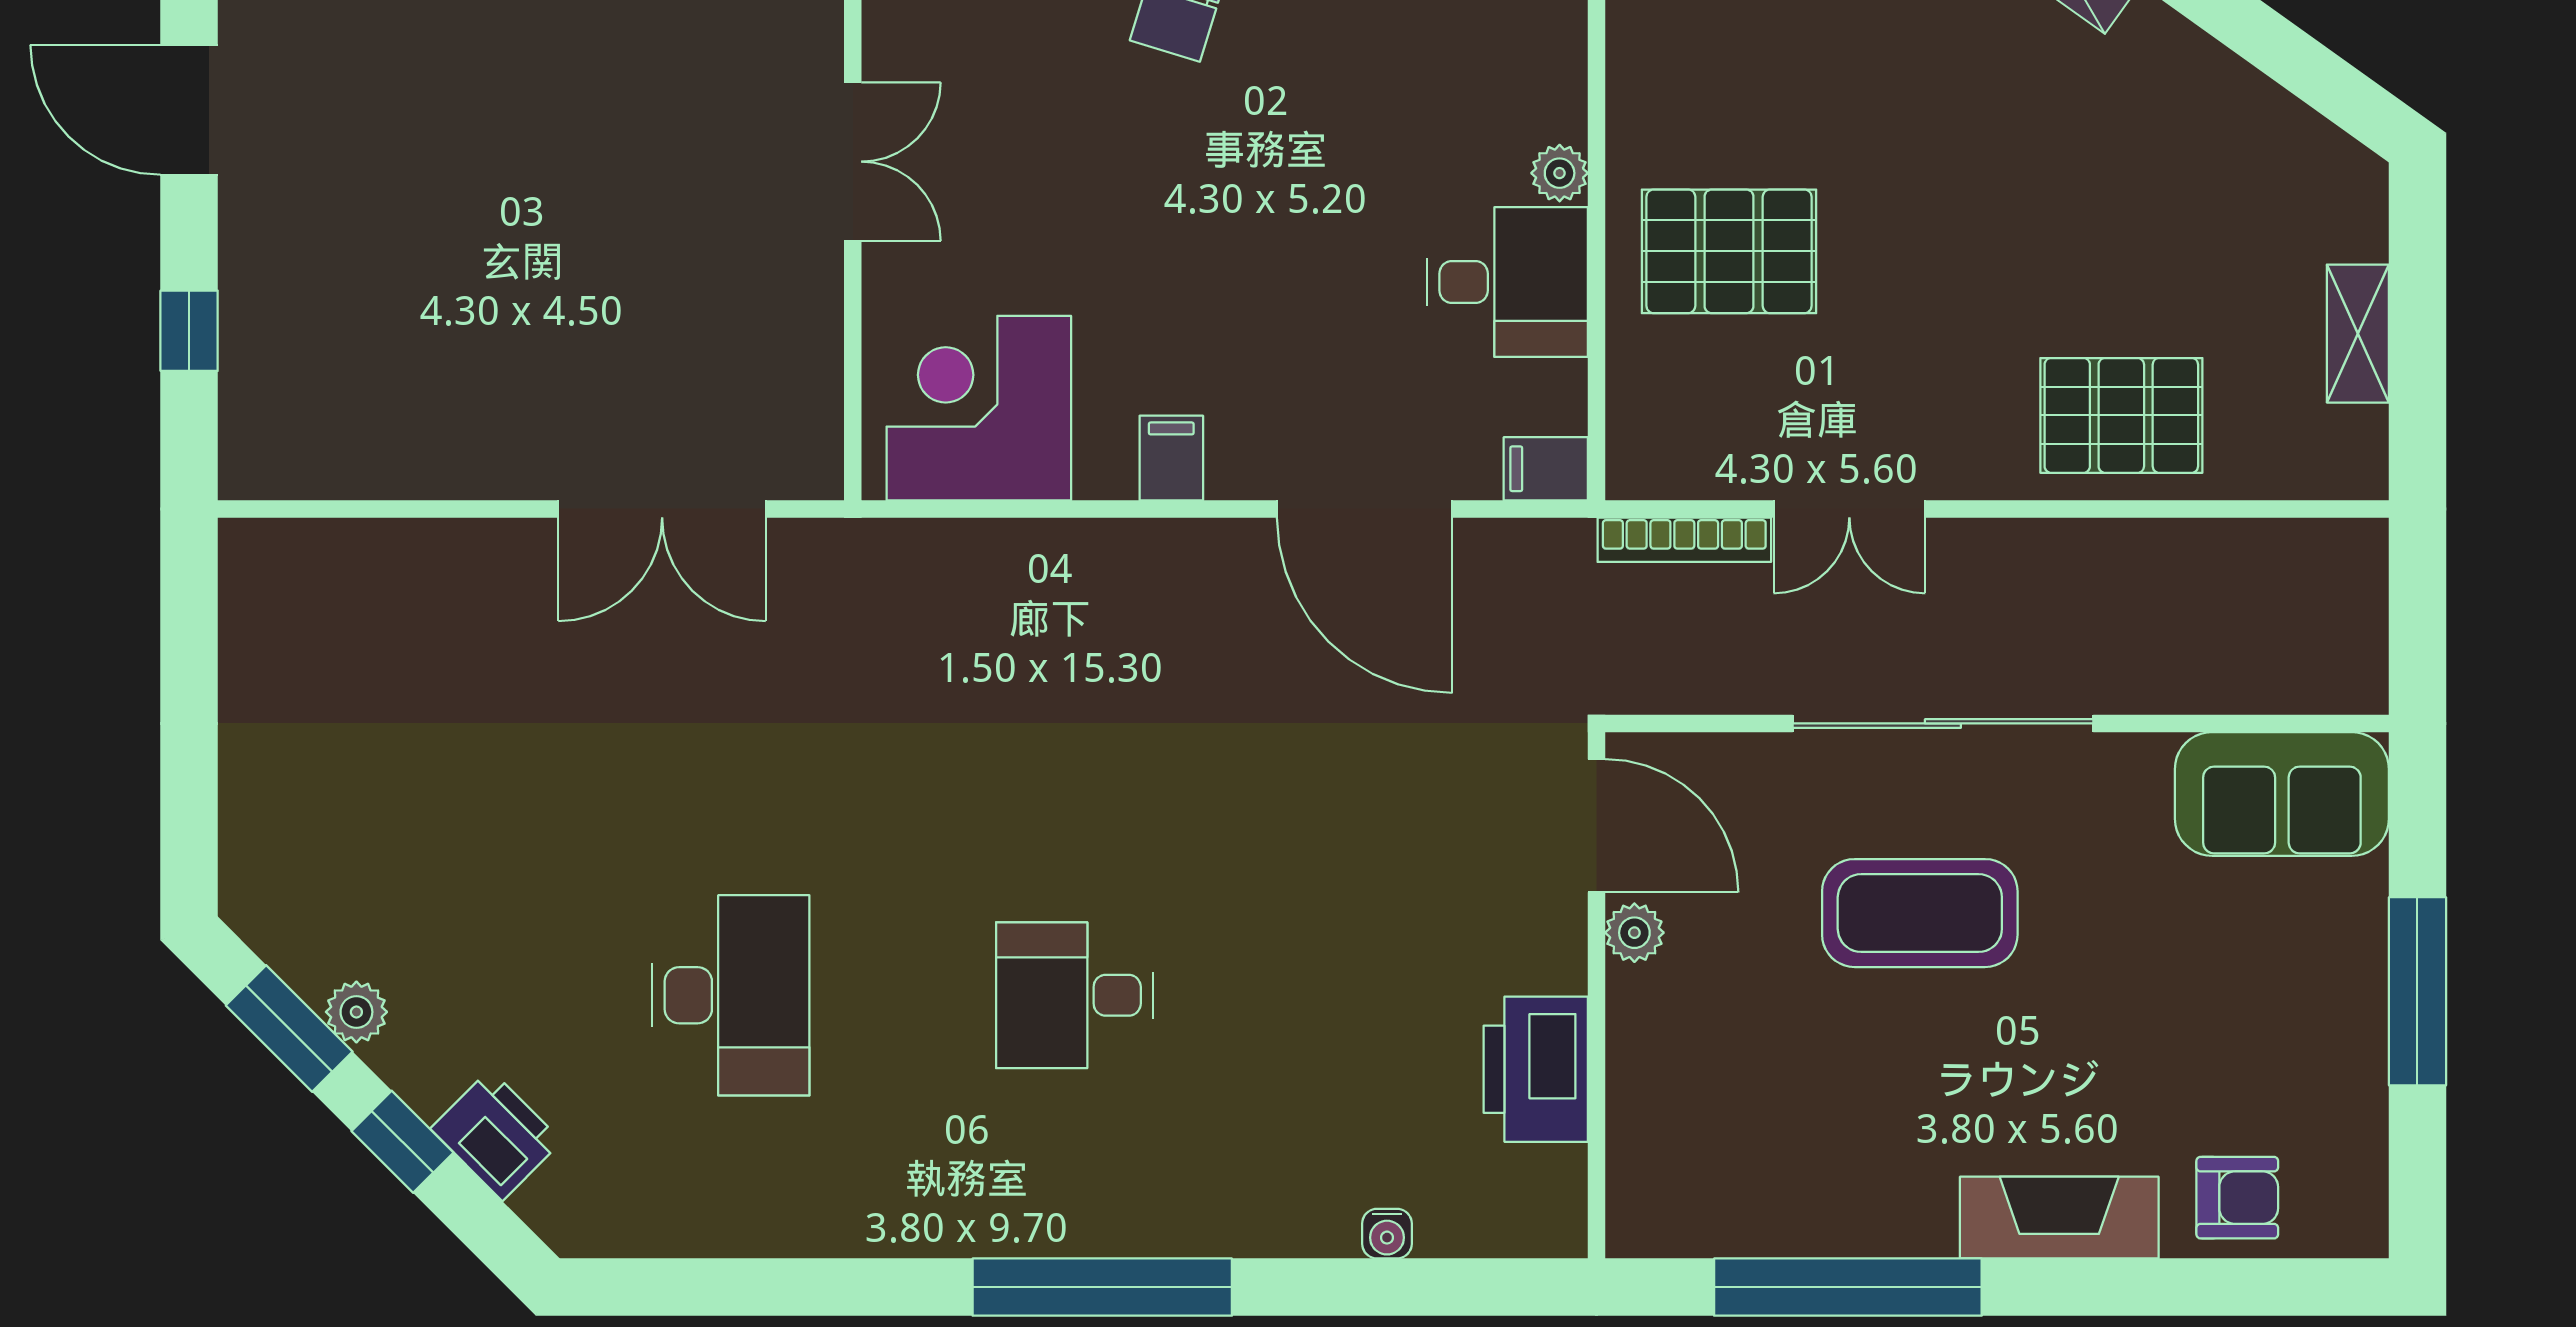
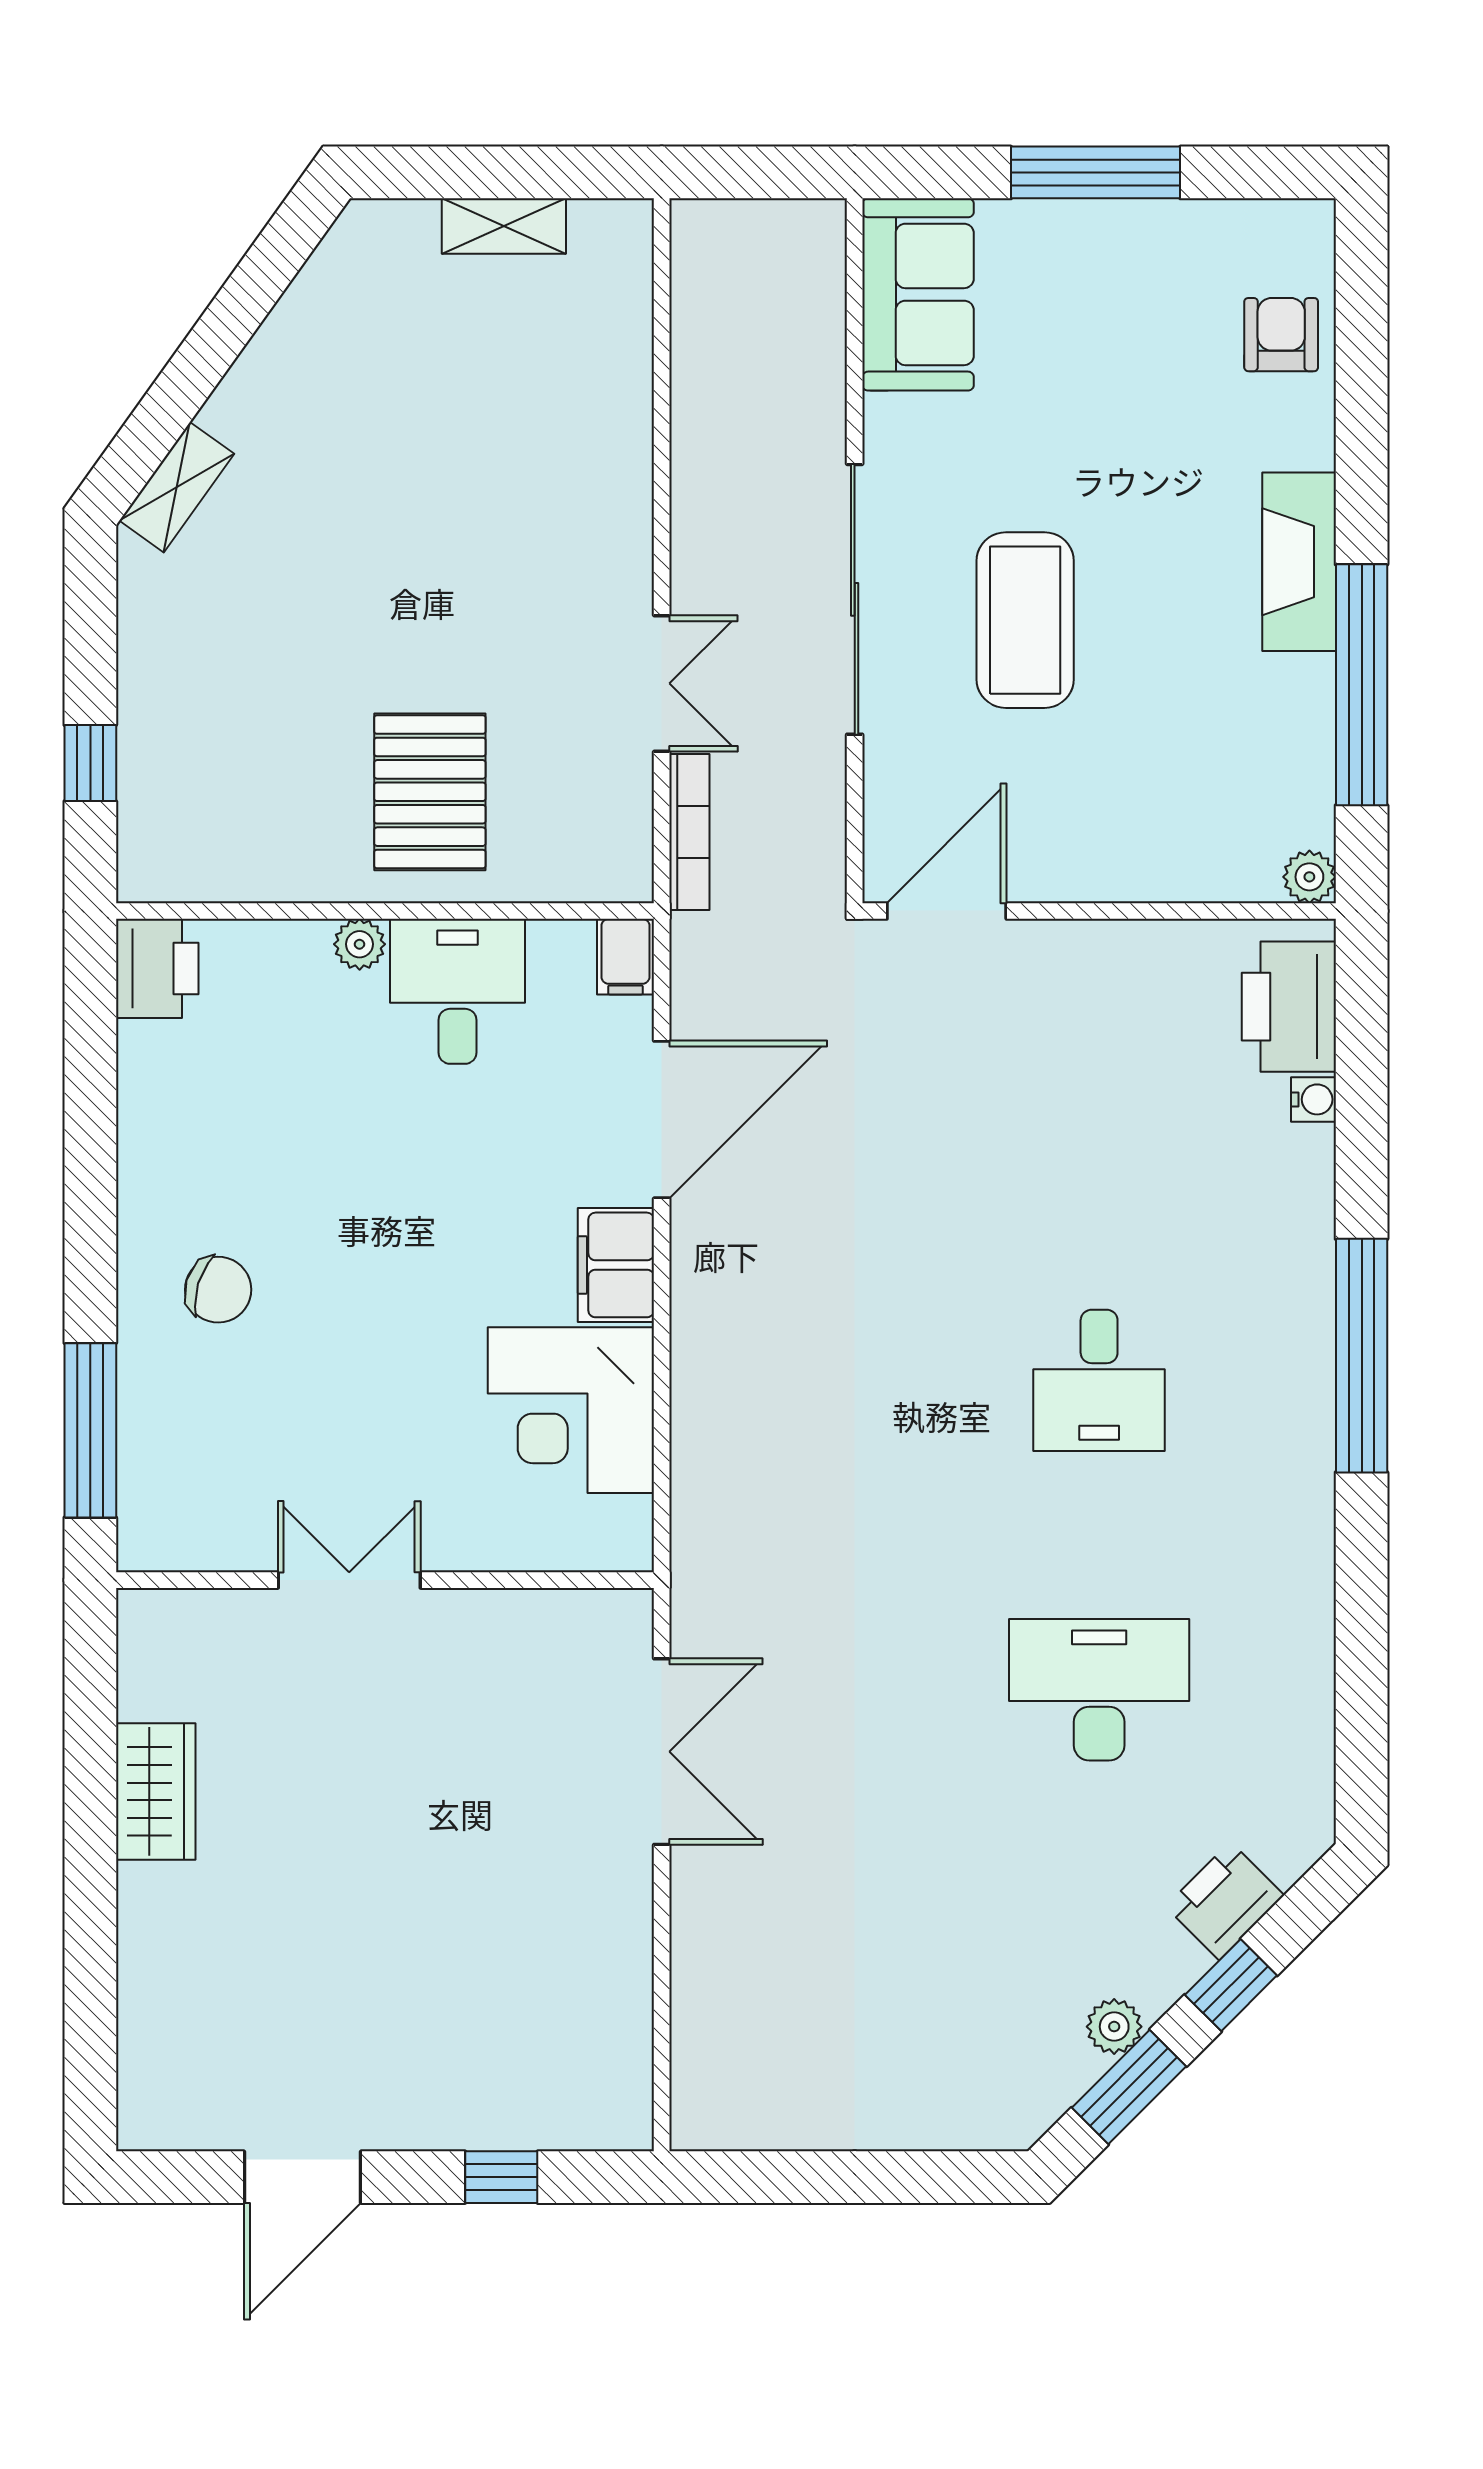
corner desk: (979, 408) -> (571, 1410), moved
pallet: (2121, 415) -> (578, 439), removed
filing cabinet: (1171, 458) -> (616, 1265), width x2.00
plant: (1634, 933) -> (1309, 877), moved
printer: (1536, 1069) -> (1289, 1007), moved, turned 90
fireplace: (2059, 1218) -> (1299, 562), moved

